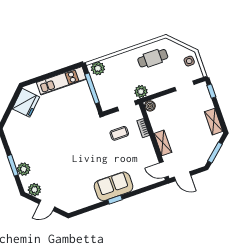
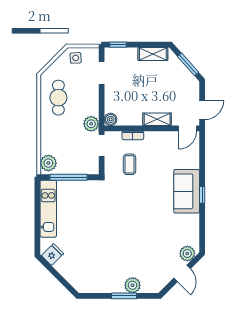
fridge: (26, 103) -> (53, 255), width x0.53, depth x0.75
plant: (34, 190) -> (187, 253), moved

